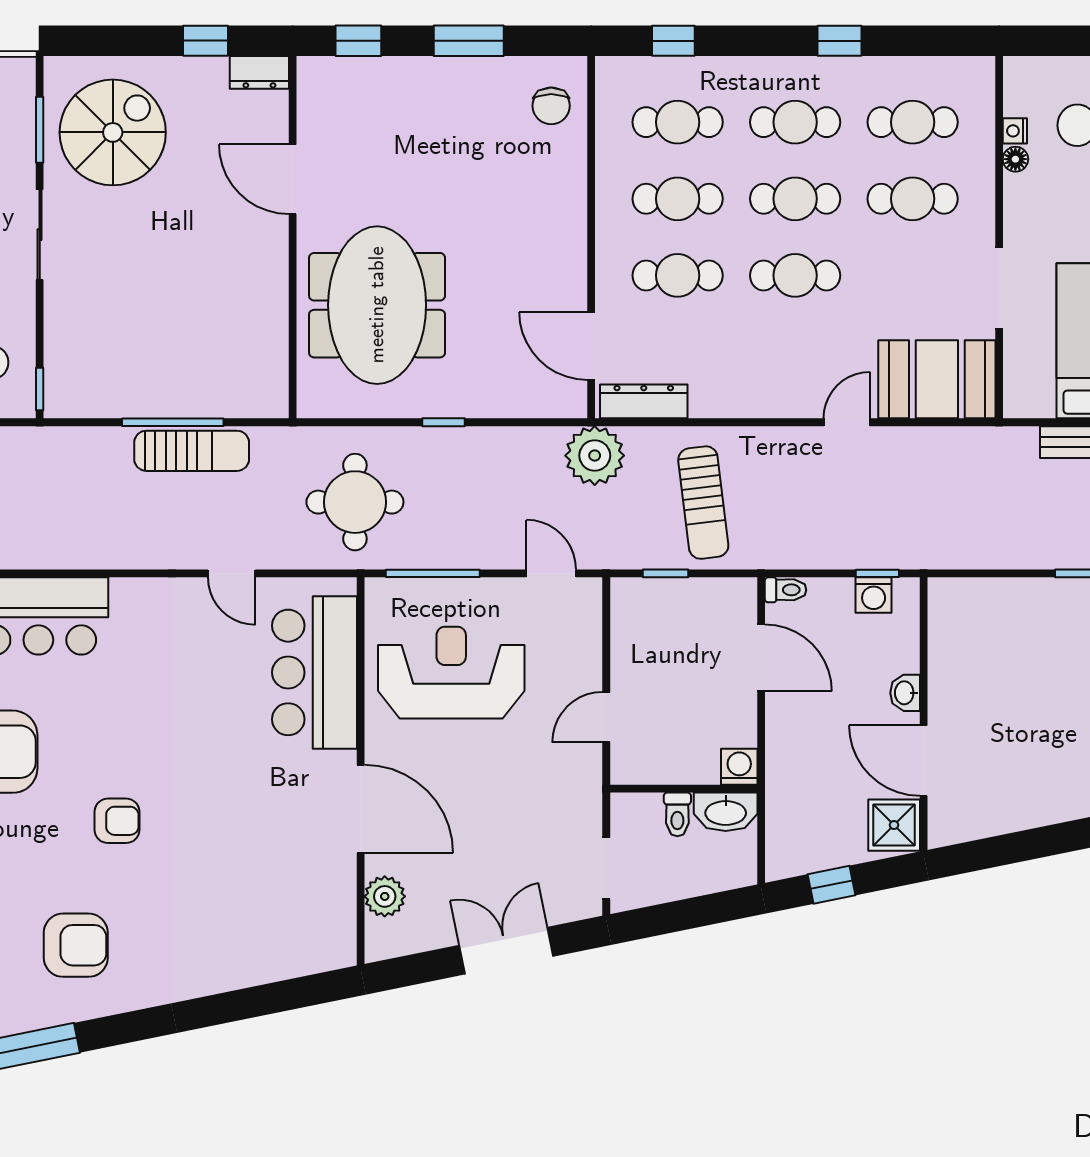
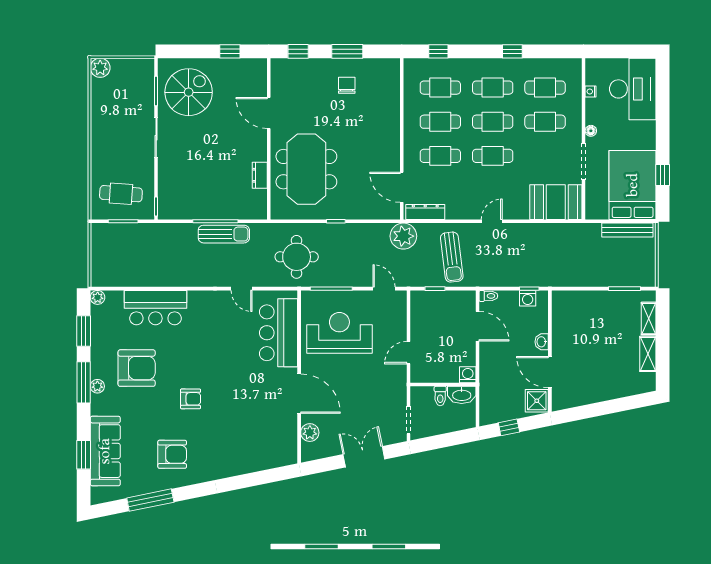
dresser: (259, 72) -> (260, 175), moved, turned 90
chair: (551, 106) -> (347, 85), moved, turned 180
floor lamp: (1015, 159) -> (591, 131), moved
door: (847, 422) -> (492, 221), moved

